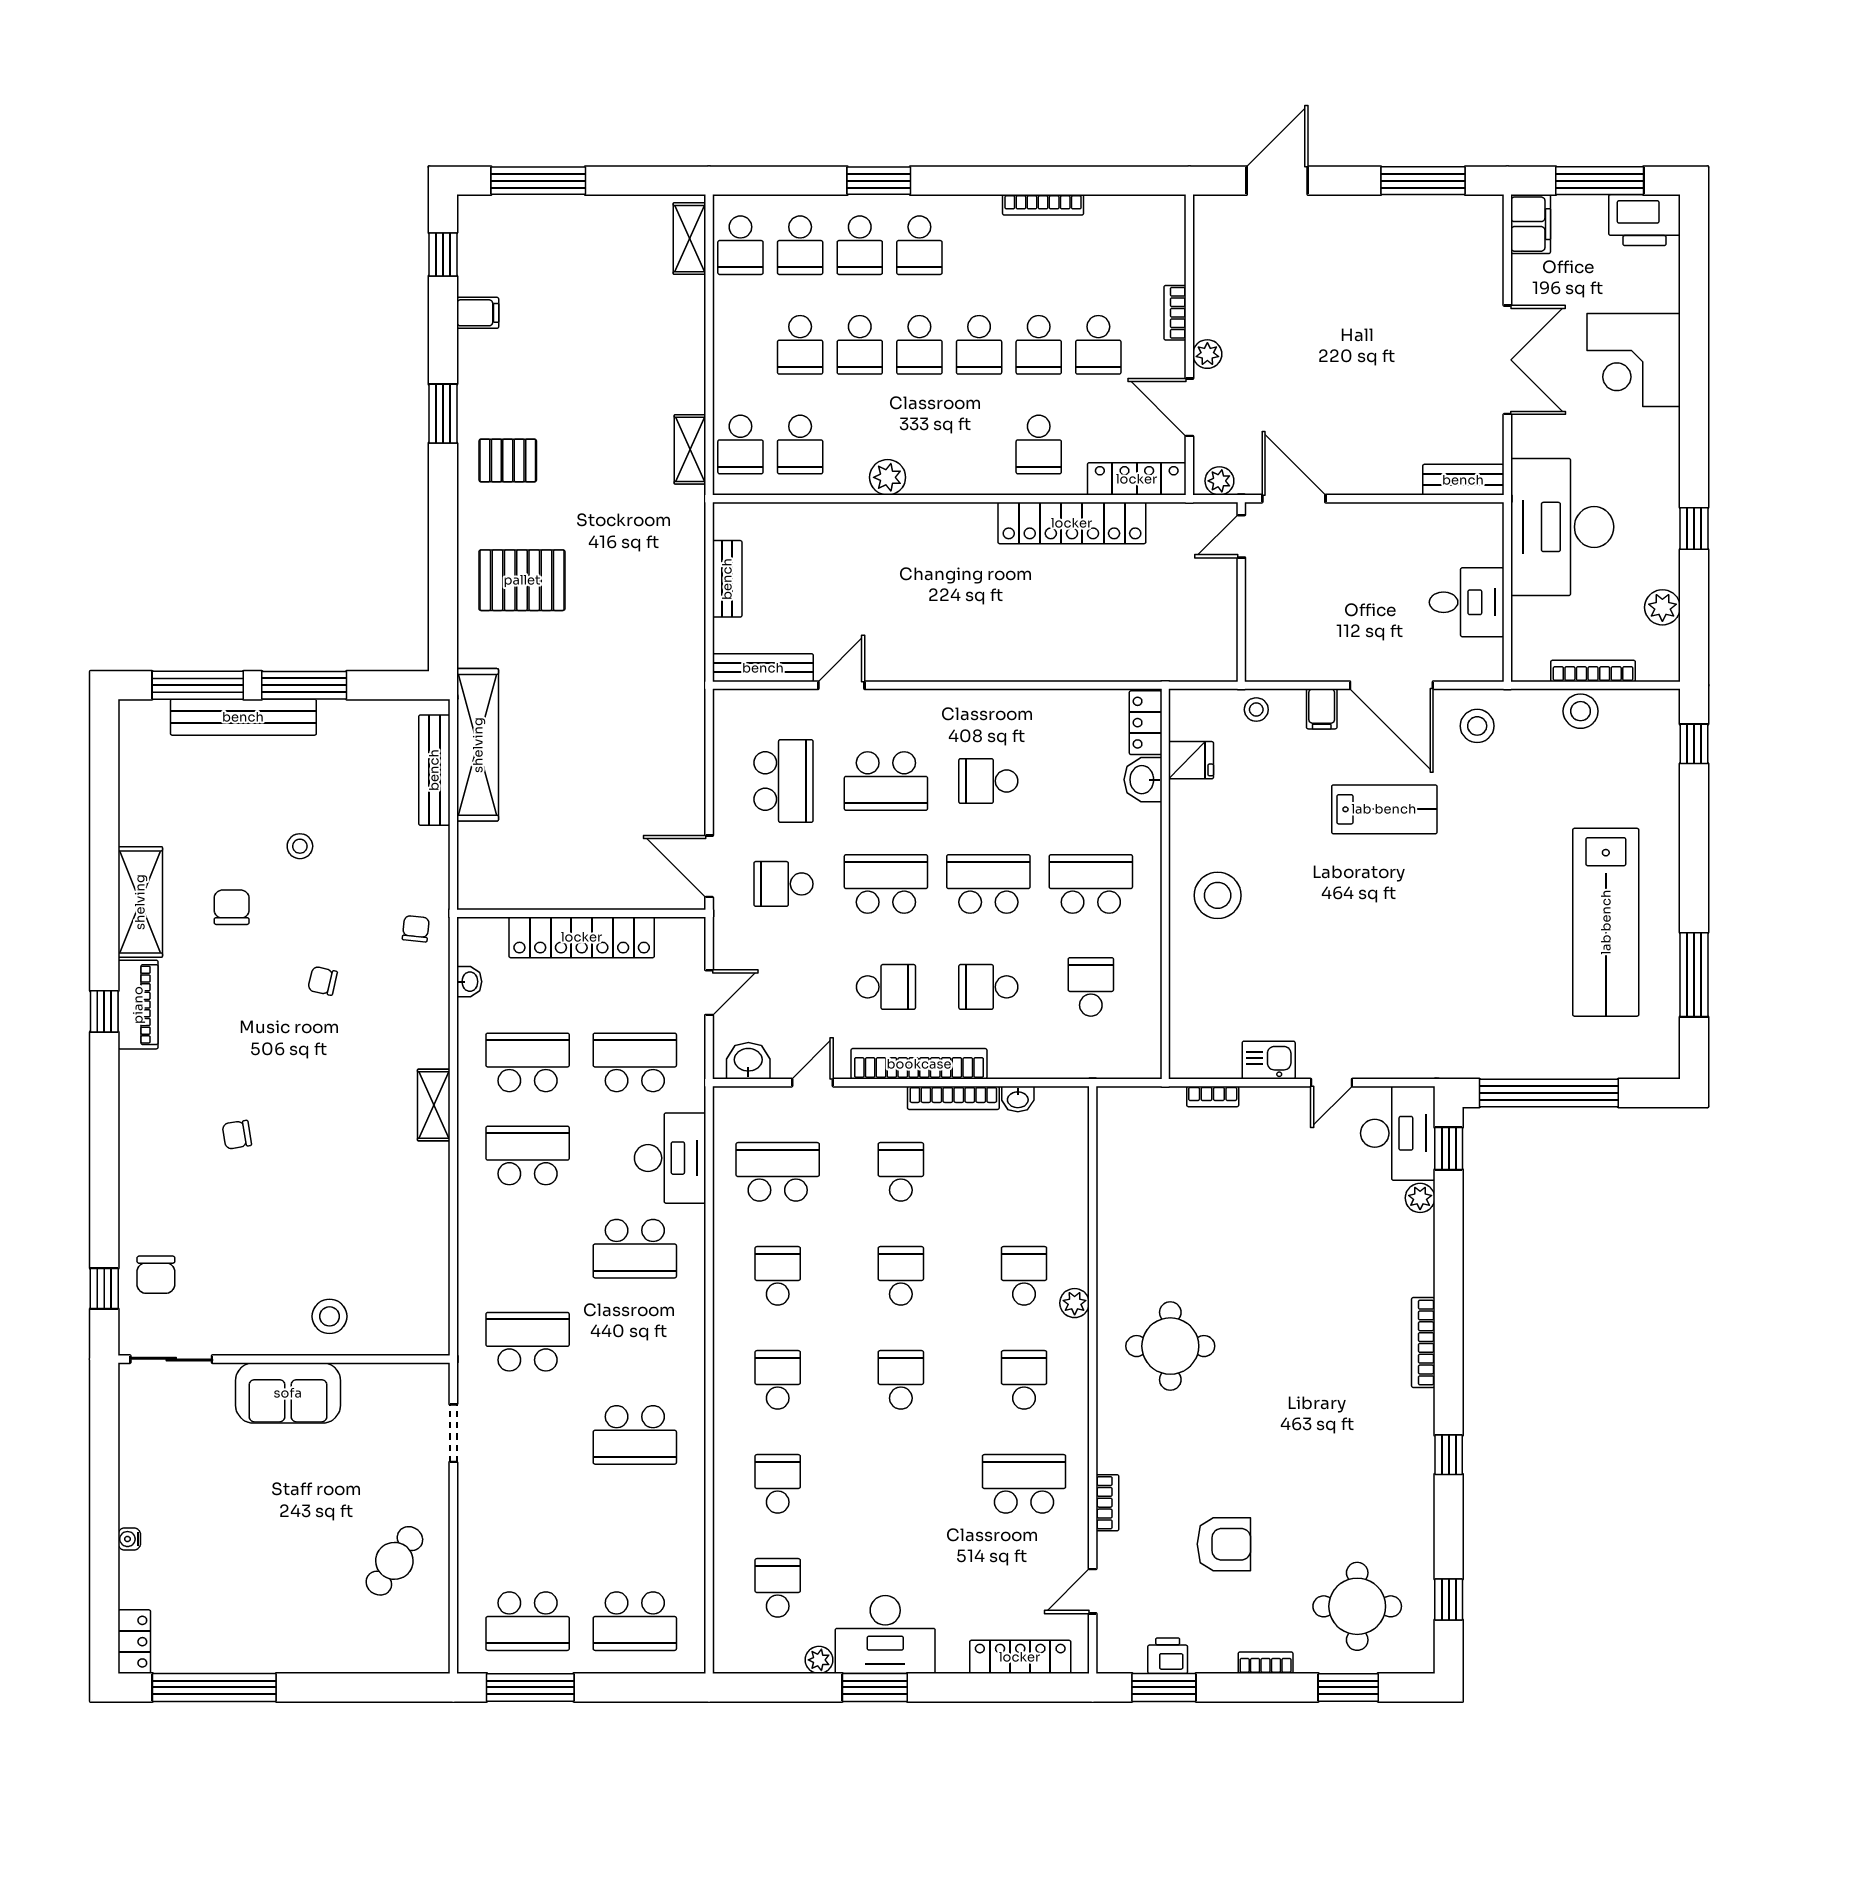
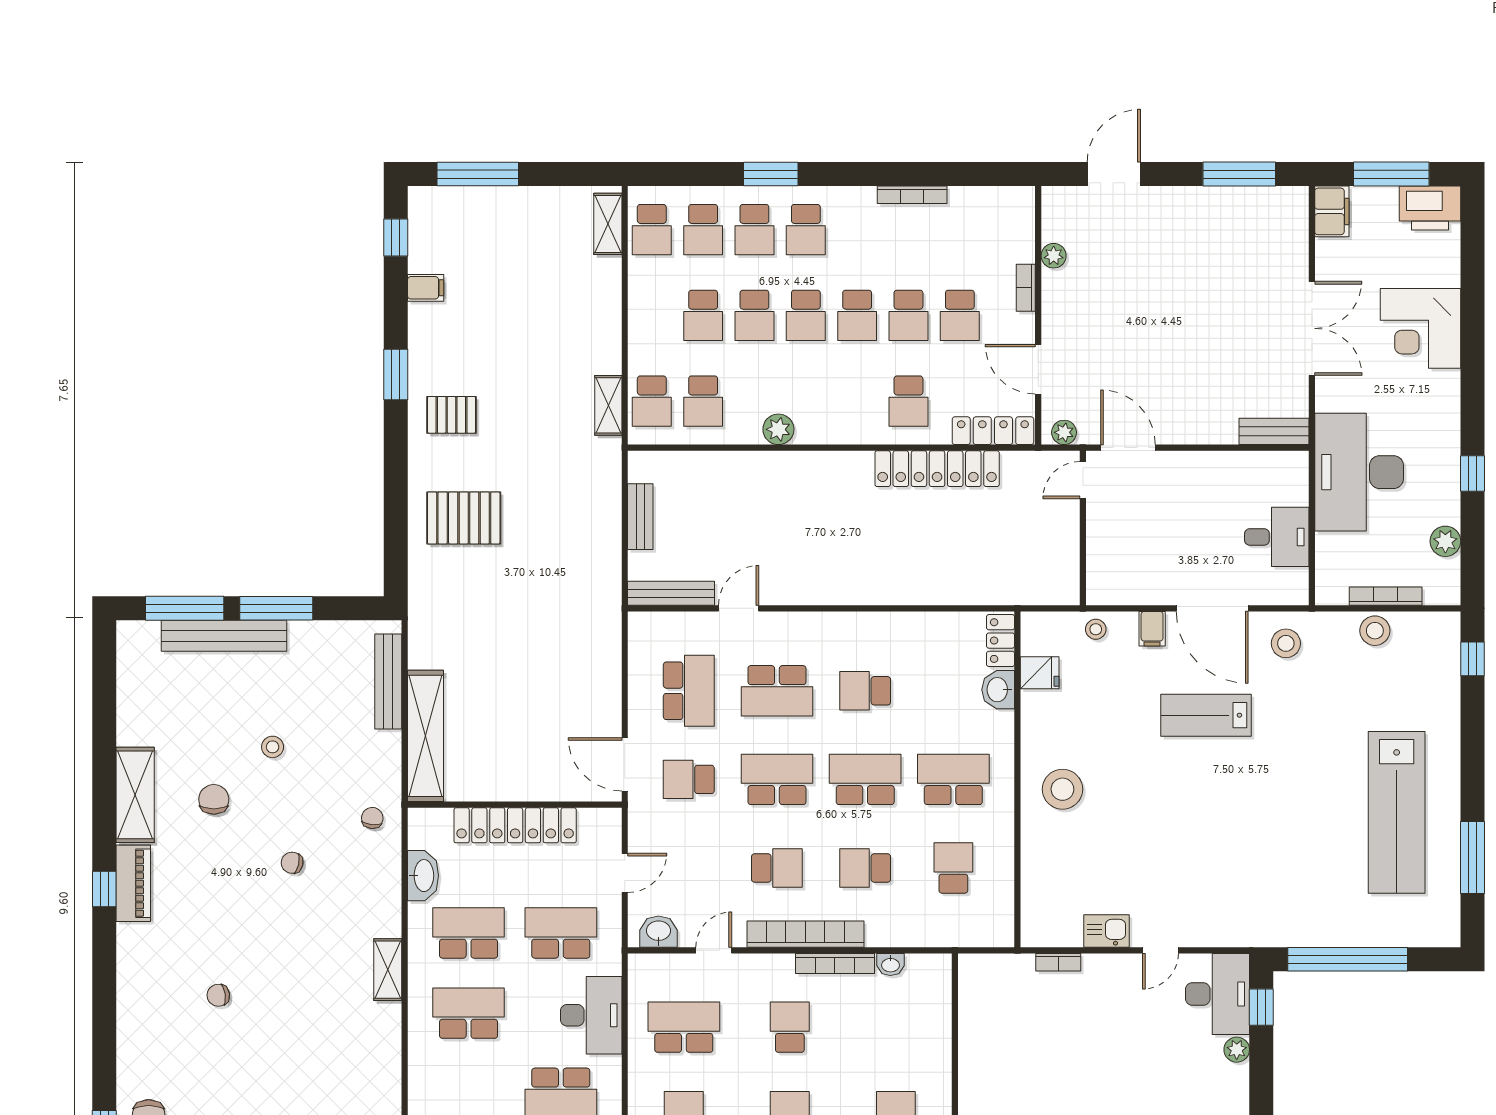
plant: (1207, 354) -> (1054, 256), moved
shelving: (478, 745) -> (426, 736), moved
lab bench: (1384, 809) -> (1206, 715), turned 180
washbasin: (469, 982) -> (423, 876), width x1.91, depth x1.45

